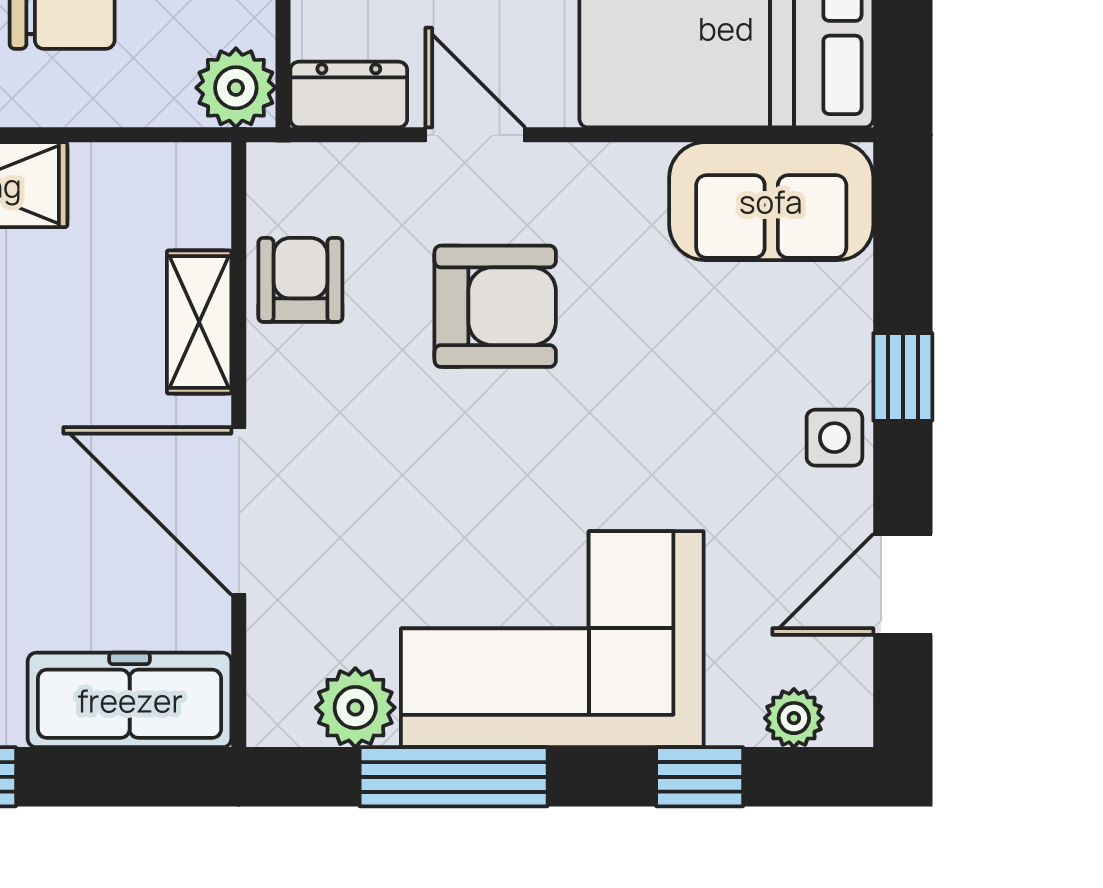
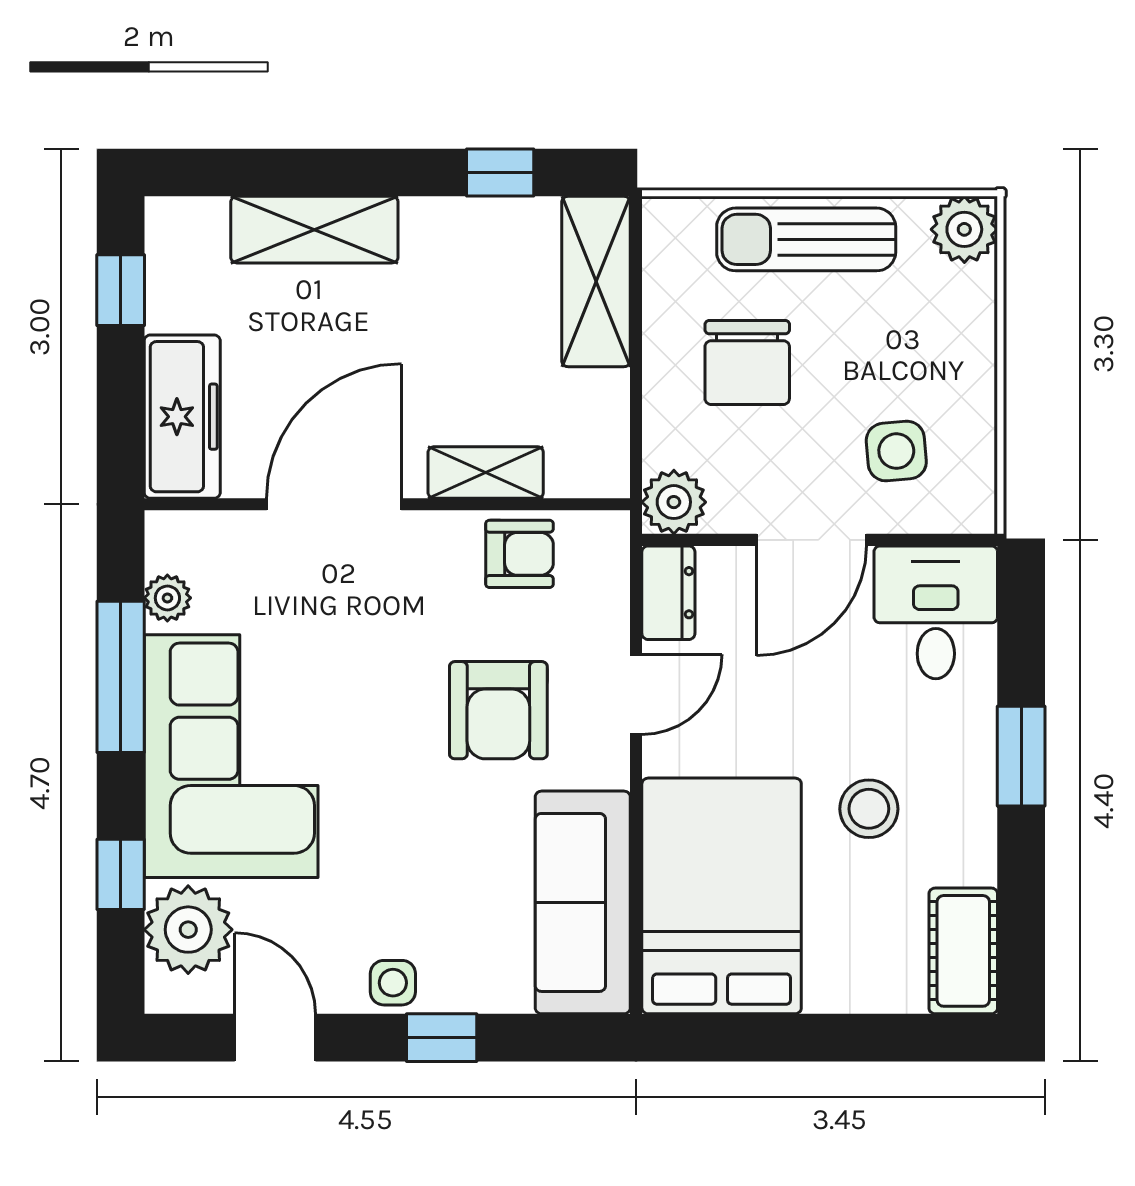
sofa: (771, 201) -> (583, 902), width x1.36
plant: (355, 708) -> (167, 598), width x0.73, depth x0.73
plant: (794, 718) -> (188, 930), width x1.88, depth x1.88

